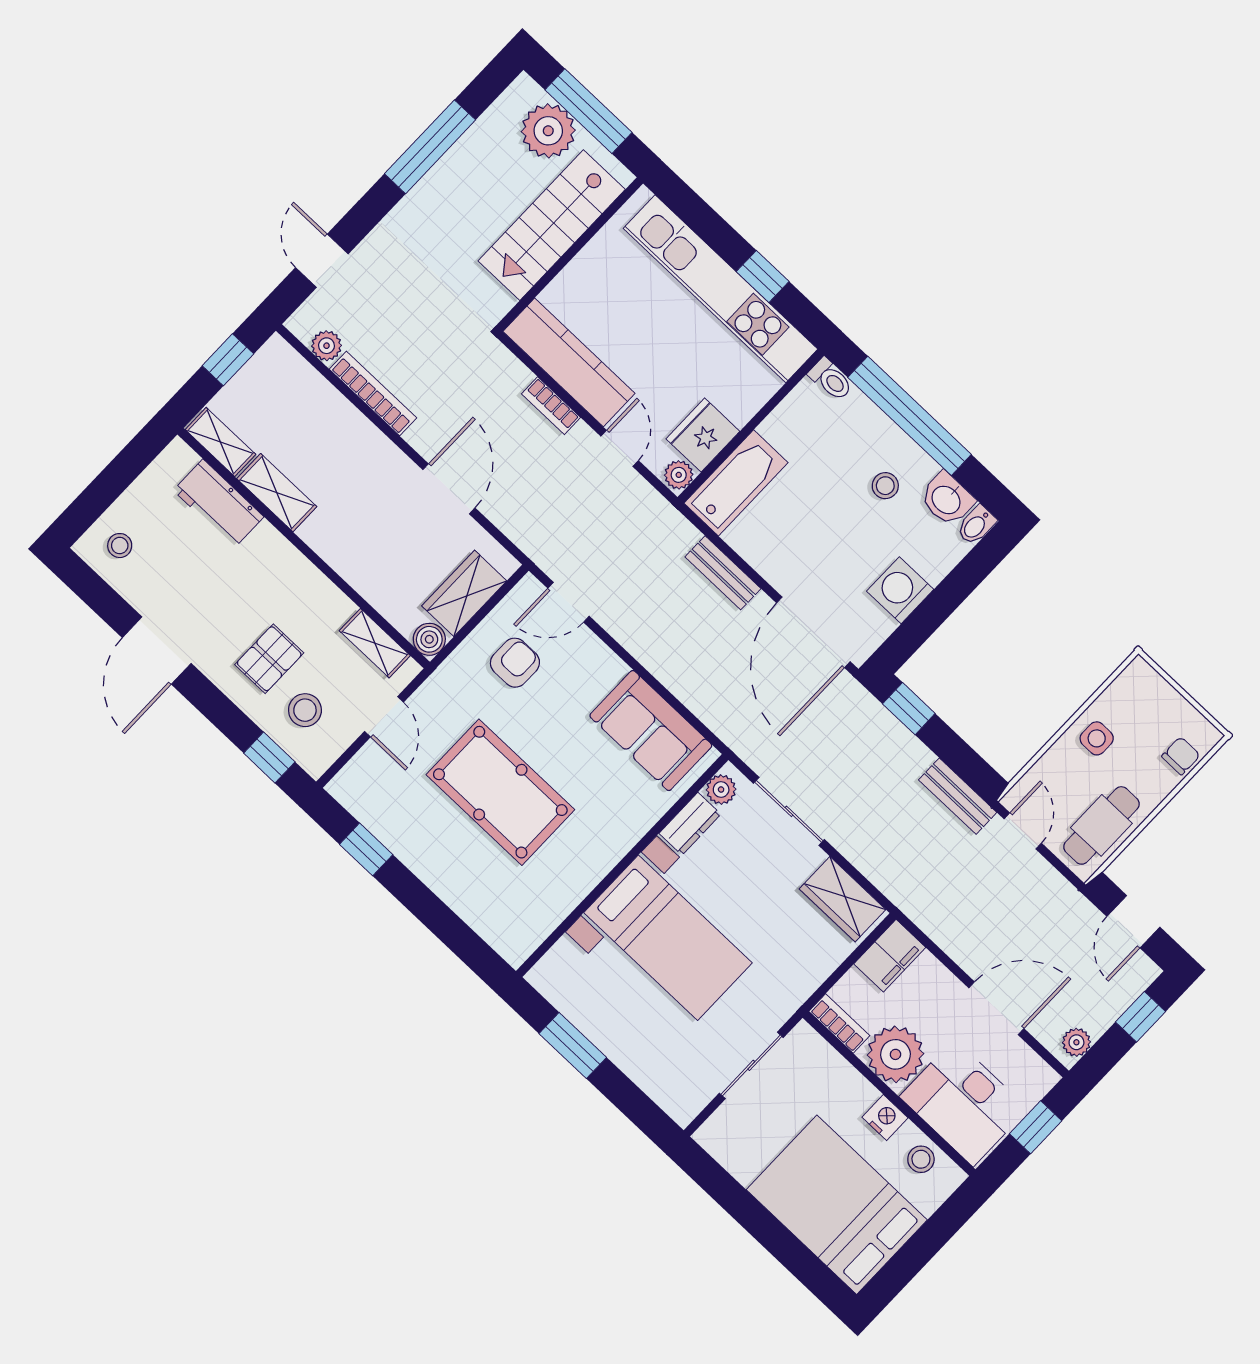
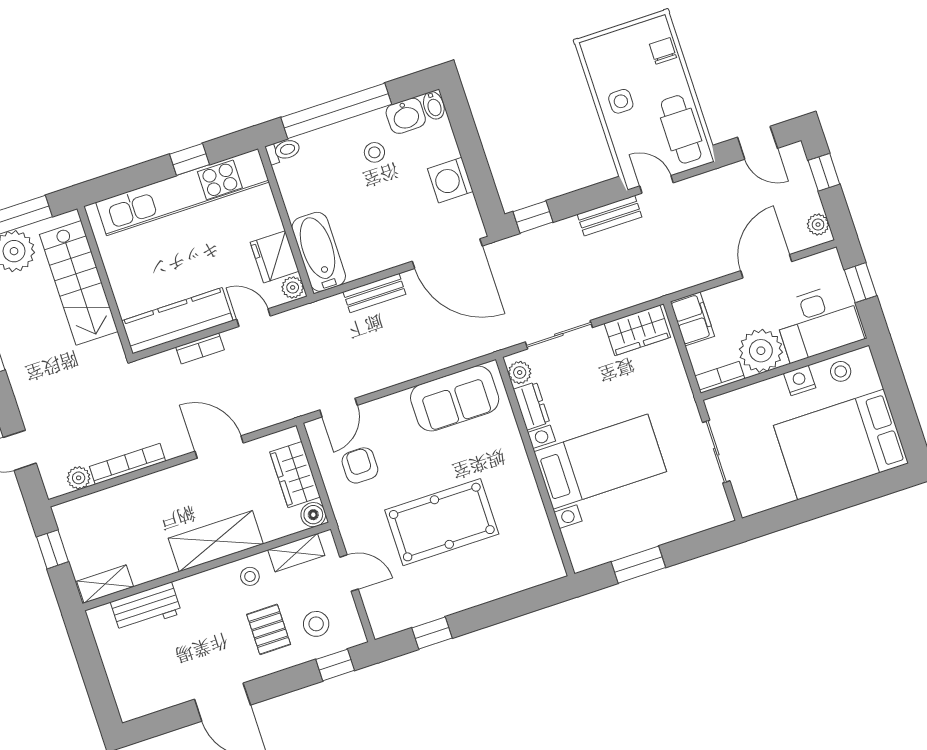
shelving: (277, 493) -> (216, 541), moved, width x1.50, depth x1.33
stool: (120, 546) -> (250, 576), moved

